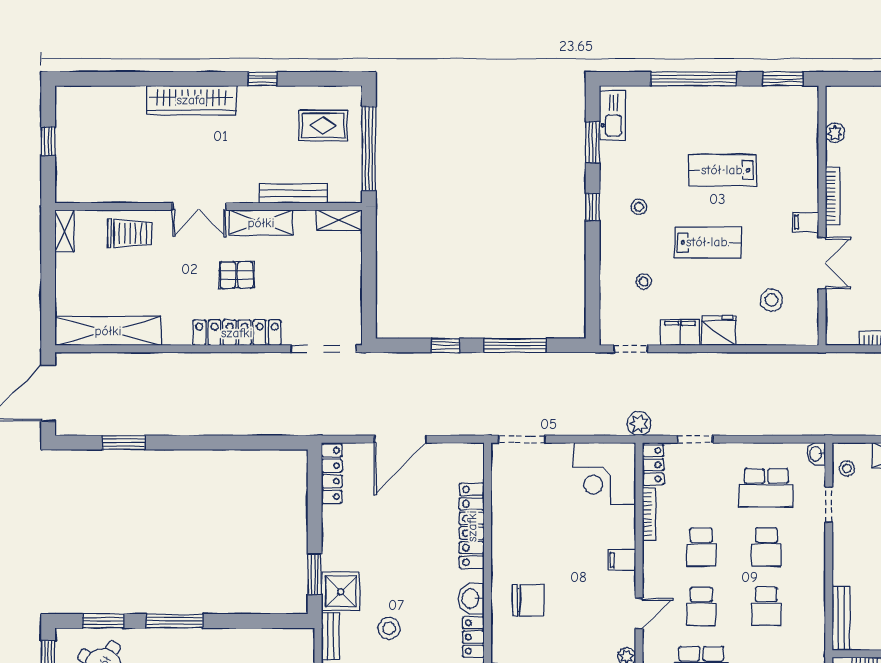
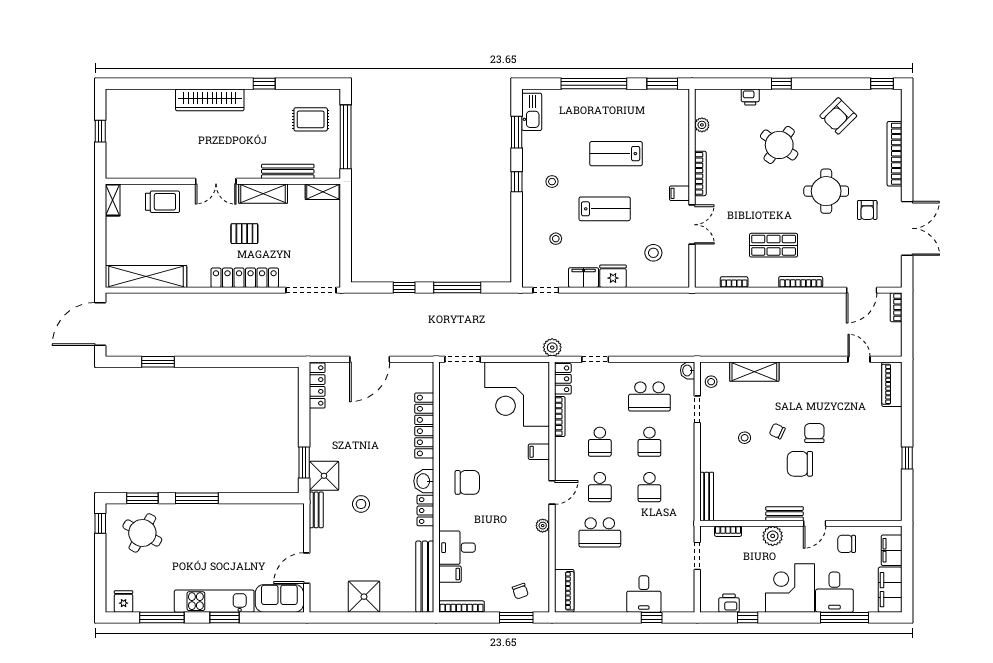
corner desk: (604, 474) -> (517, 394), width x1.36, depth x1.36

